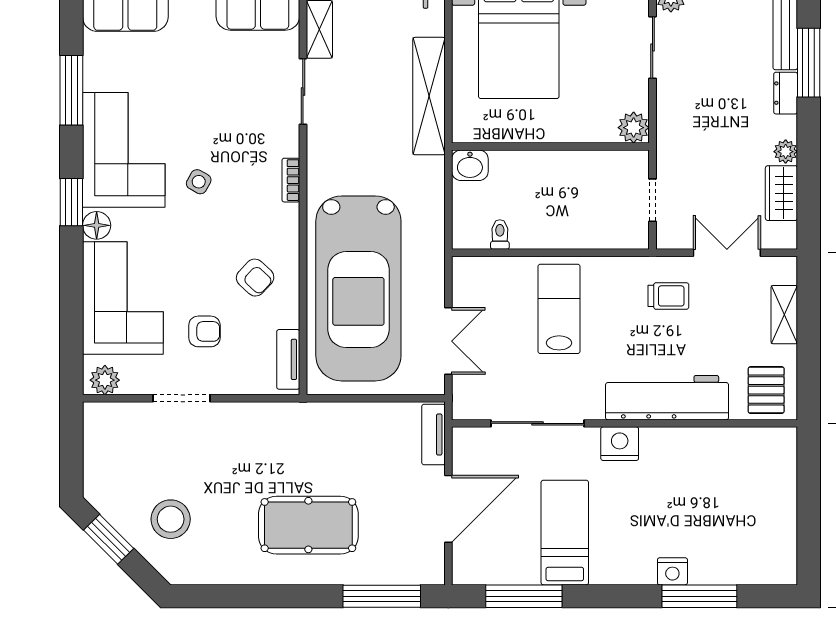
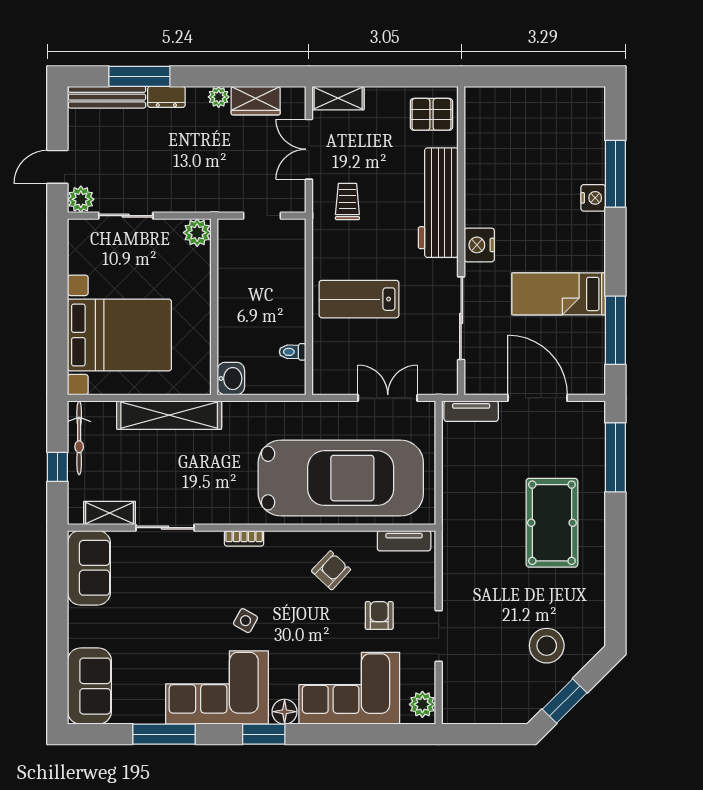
shelving: (784, 315) -> (338, 98), moved

